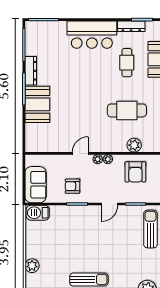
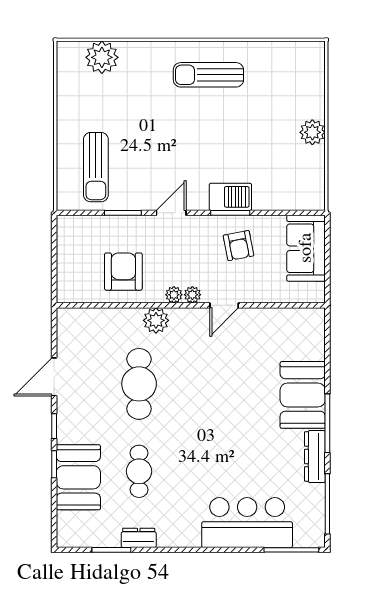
dresser: (131, 26) -> (139, 538), width x0.70
bar counter: (92, 35) -> (247, 523), moved
cafe table: (127, 110) -> (139, 384), turned 90
plant: (134, 145) -> (156, 320), moved
armchair: (72, 186) -> (239, 246), turned 79
barbecue: (38, 213) -> (230, 197), moved
plant: (32, 266) -> (312, 132), moved

